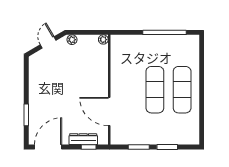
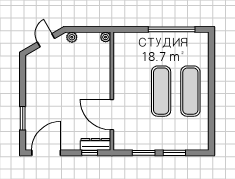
dresser: (83, 139) -> (96, 144), moved

